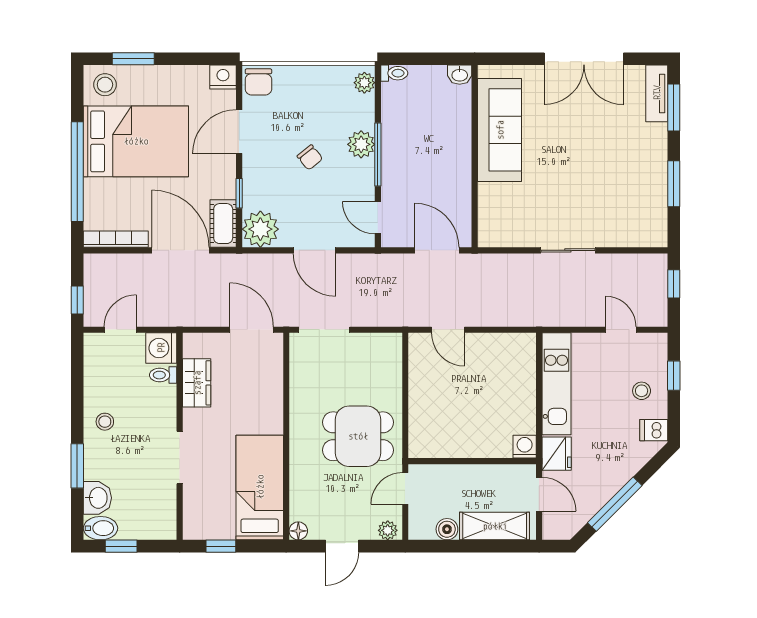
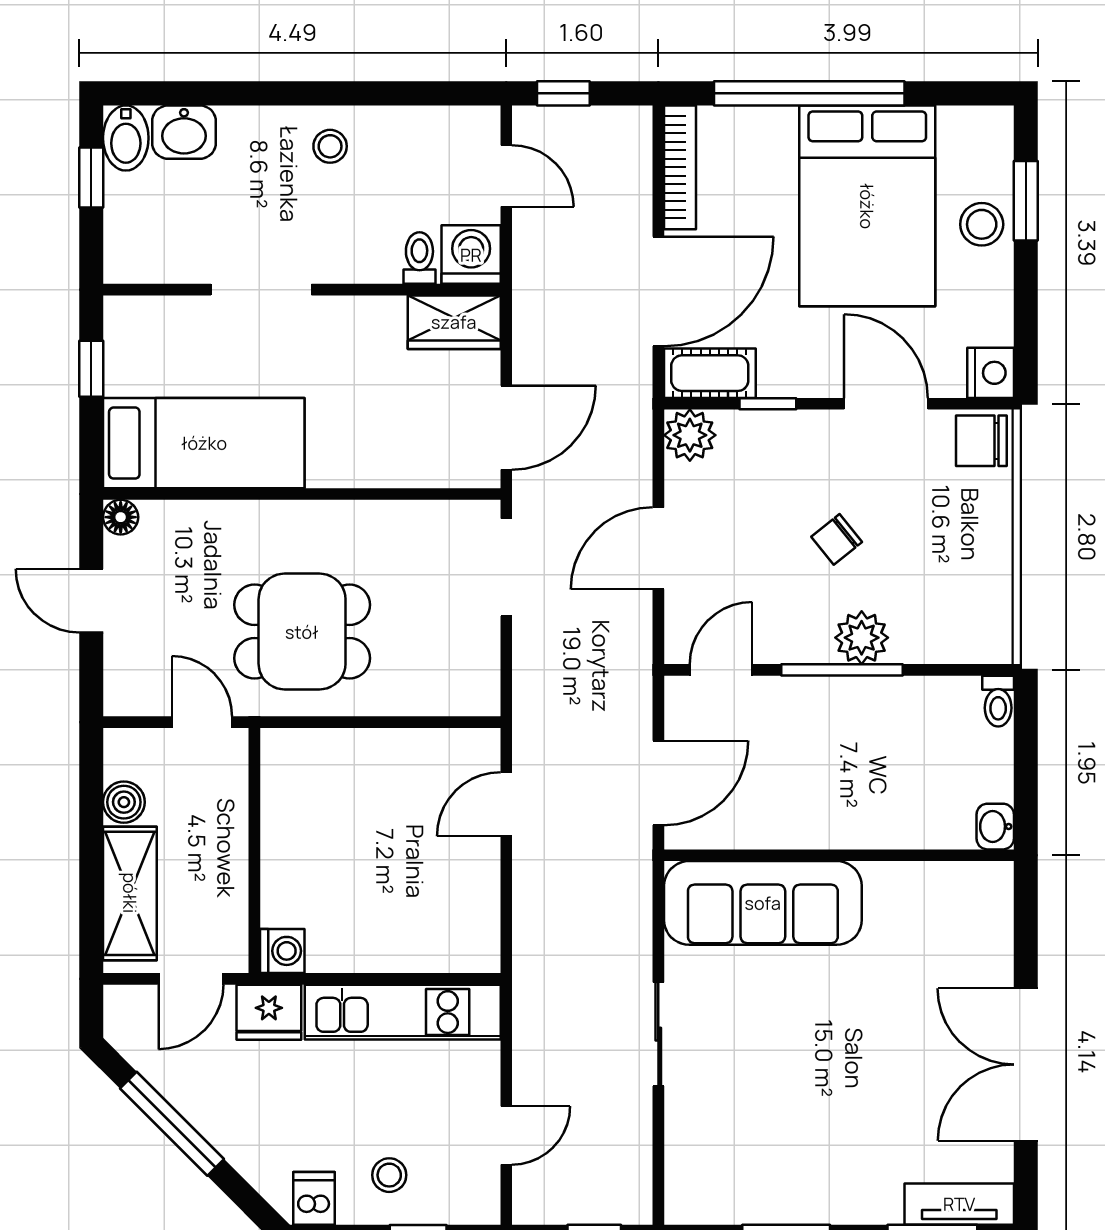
plant: (364, 83) -> (980, 644), removed
stool: (105, 85) -> (982, 224), moved
sofa: (500, 130) -> (763, 903), moved
plant: (260, 229) -> (690, 435), width x0.73, depth x0.73
wardrobe: (197, 383) -> (454, 322), moved
dining table: (358, 436) -> (302, 632), turned 90
window: (77, 466) -> (245, 93), removed
plant: (388, 530) -> (122, 688), removed

